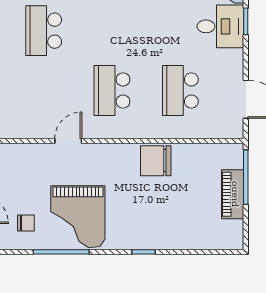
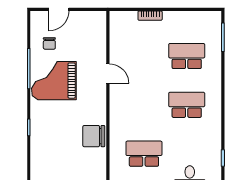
school desk: (112, 90) -> (187, 105), moved
chair: (156, 161) -> (94, 136), turned -90

